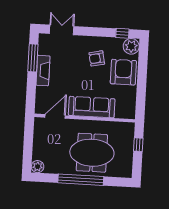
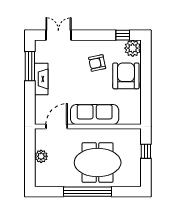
plant: (38, 167) -> (41, 156), moved

